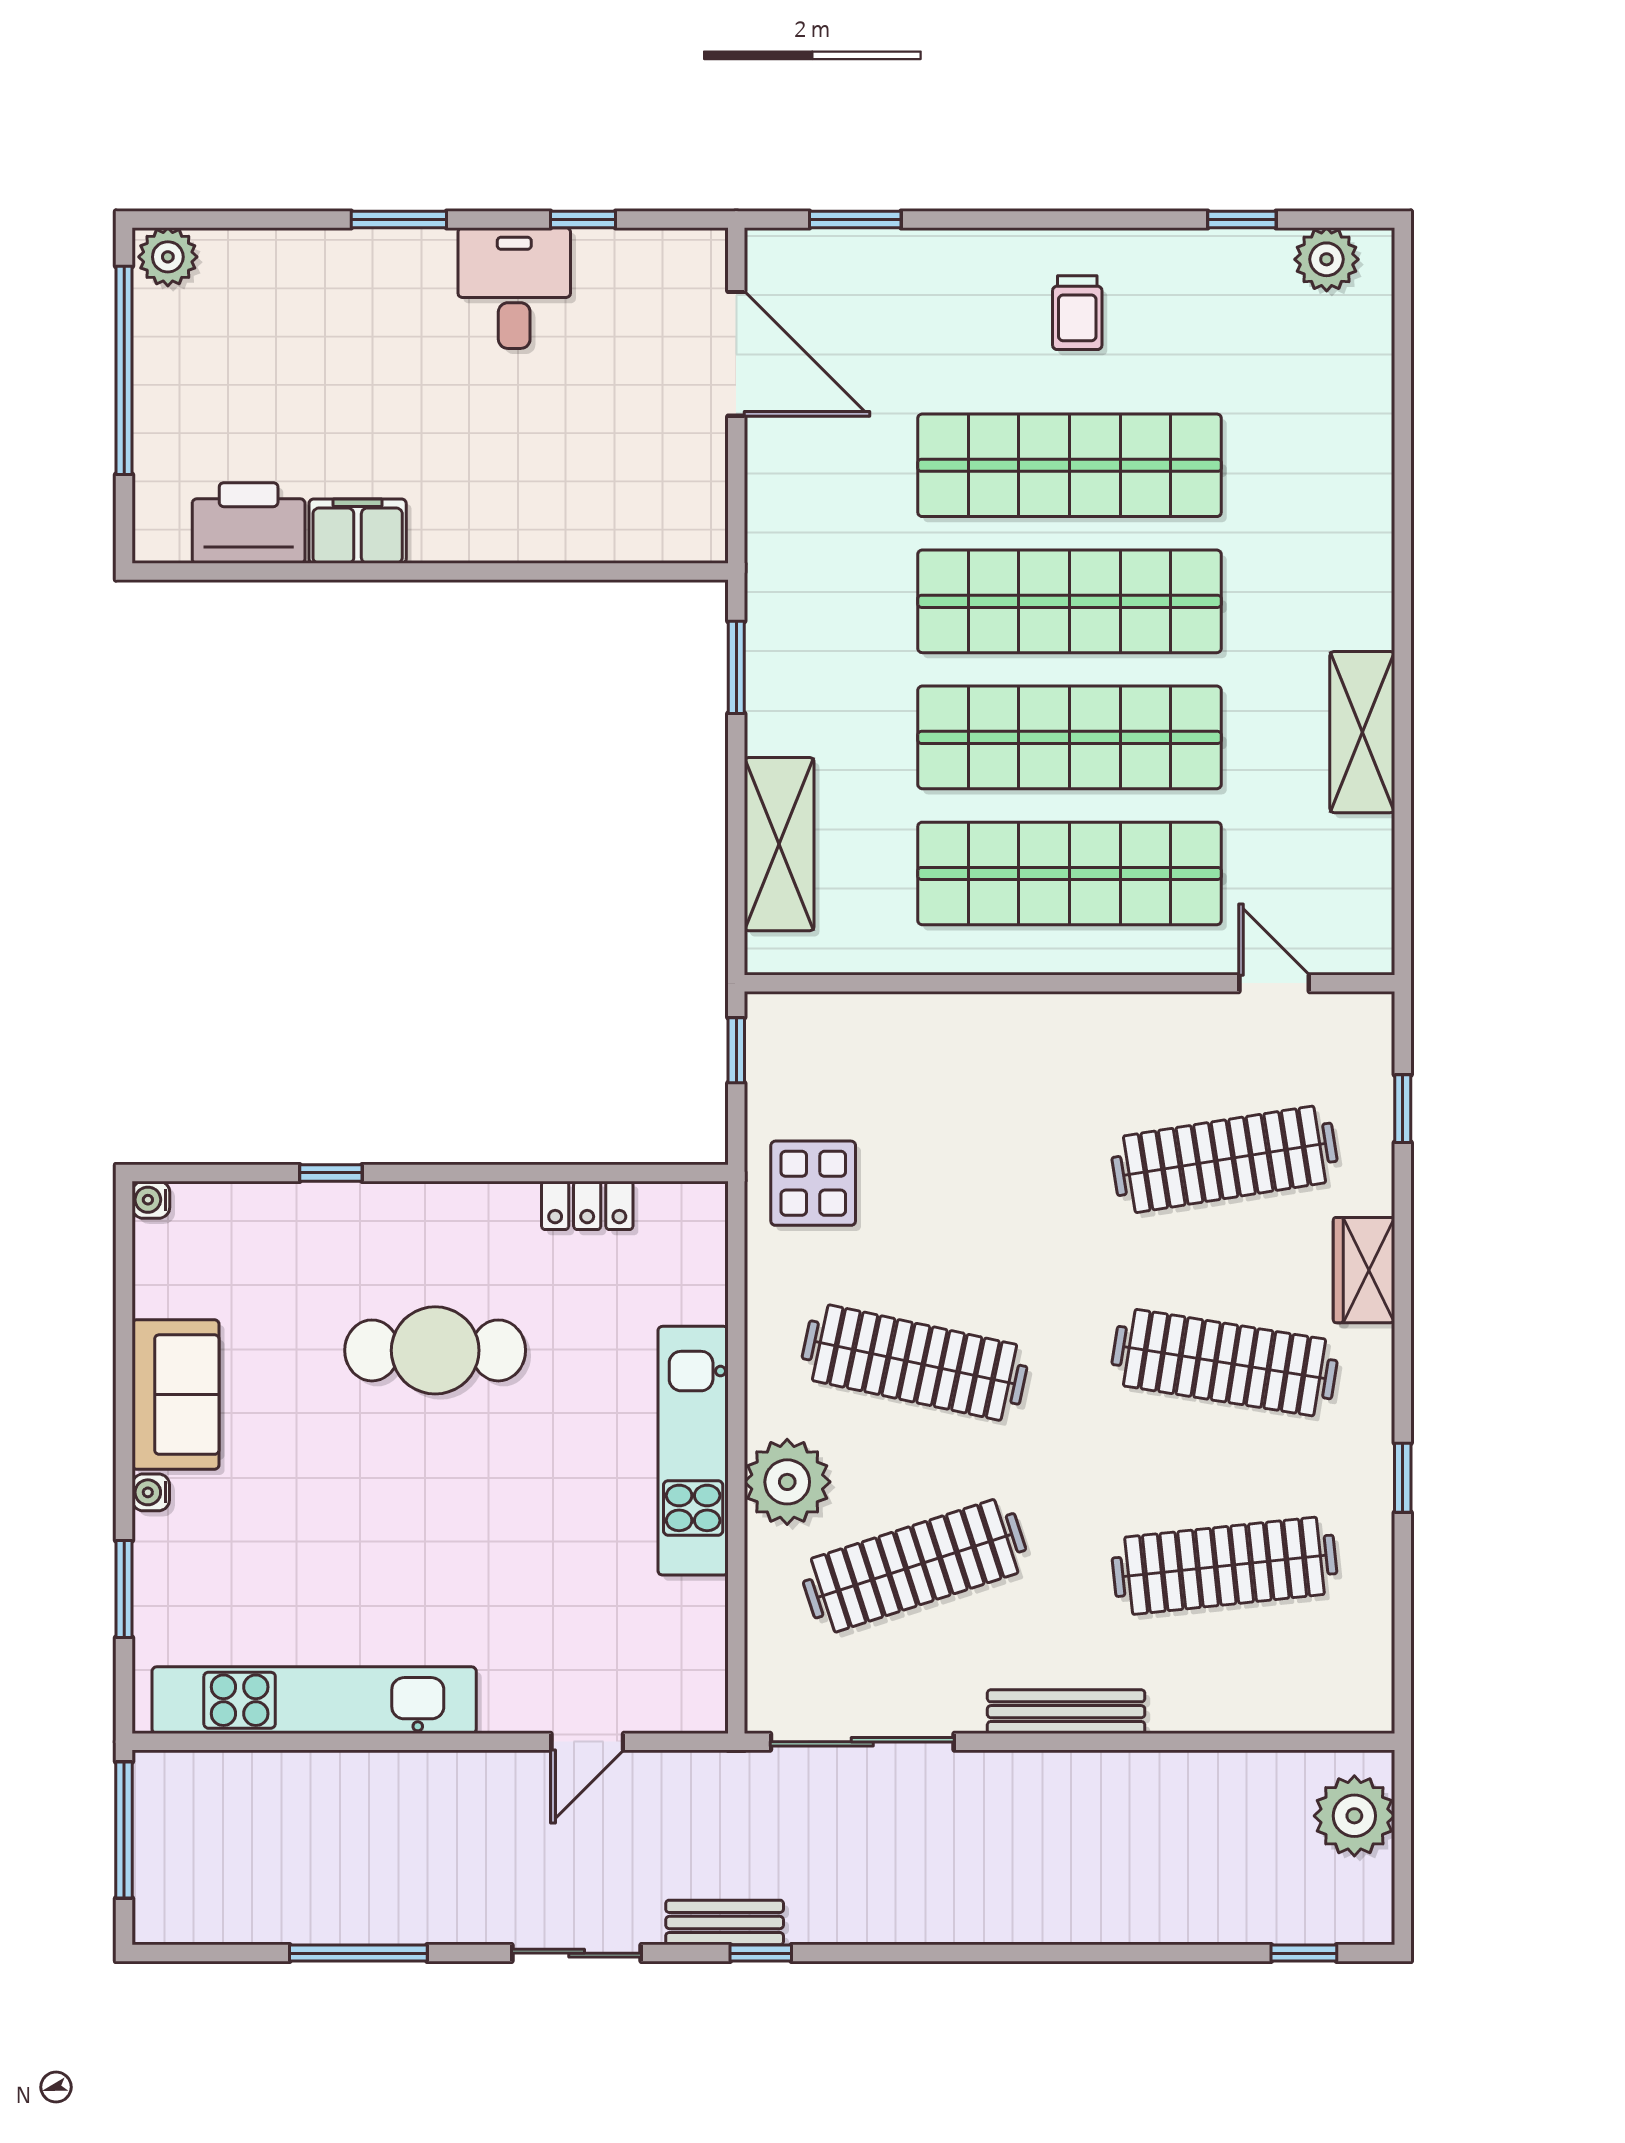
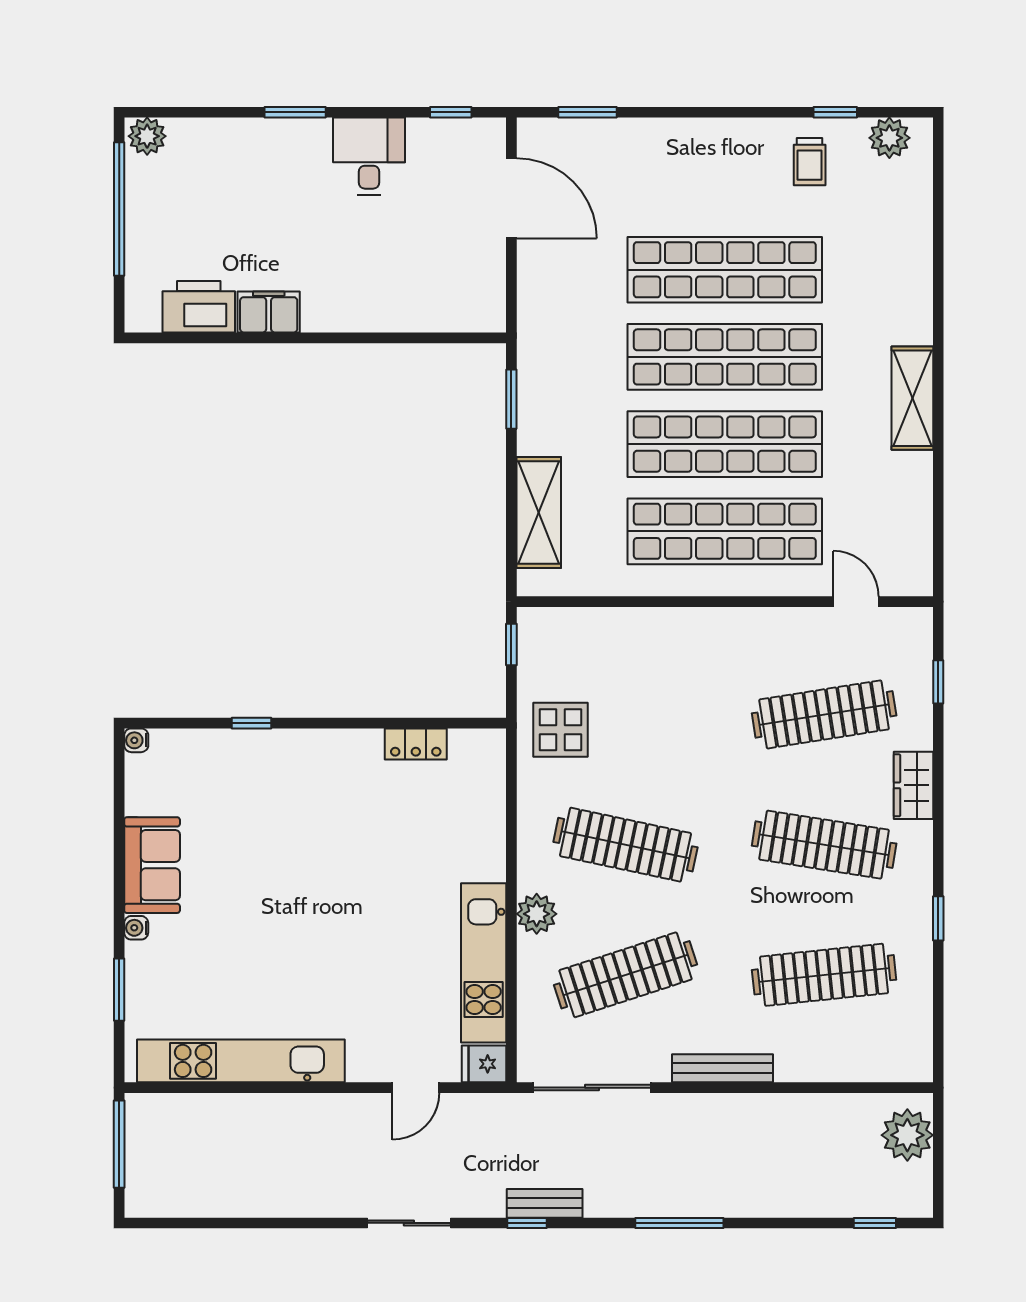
window: (583, 219) -> (451, 112), moved
trolley: (1077, 313) -> (810, 162), moved
shelving: (1362, 732) -> (912, 398), moved
cafe table: (435, 1350) -> (318, 837), removed
kitchen unit: (693, 1451) -> (484, 963), moved
plant: (787, 1482) -> (537, 914), width x0.73, depth x0.73
fridge: (694, 1705) -> (484, 1064), added
bench: (725, 1923) -> (545, 1203), moved
window: (358, 1953) -> (679, 1223), moved

